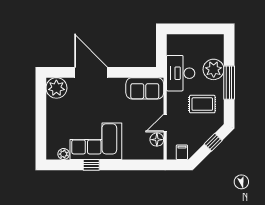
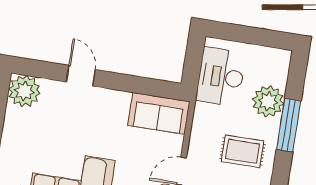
door: (91, 72) -> (81, 76), width x0.53
desk: (181, 73) -> (221, 77), moved

